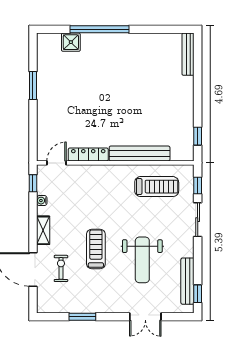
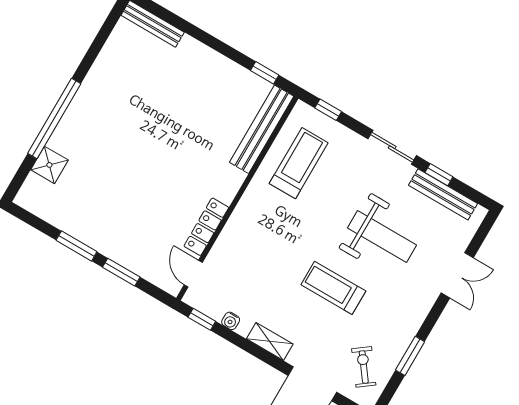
window: (33, 120) -> (121, 272), added
bench: (140, 153) -> (262, 129), moved
sliding door: (198, 220) -> (392, 147), moved
exercise bike: (61, 268) -> (364, 367), moved, turned 53
window: (198, 294) -> (439, 175), moved

